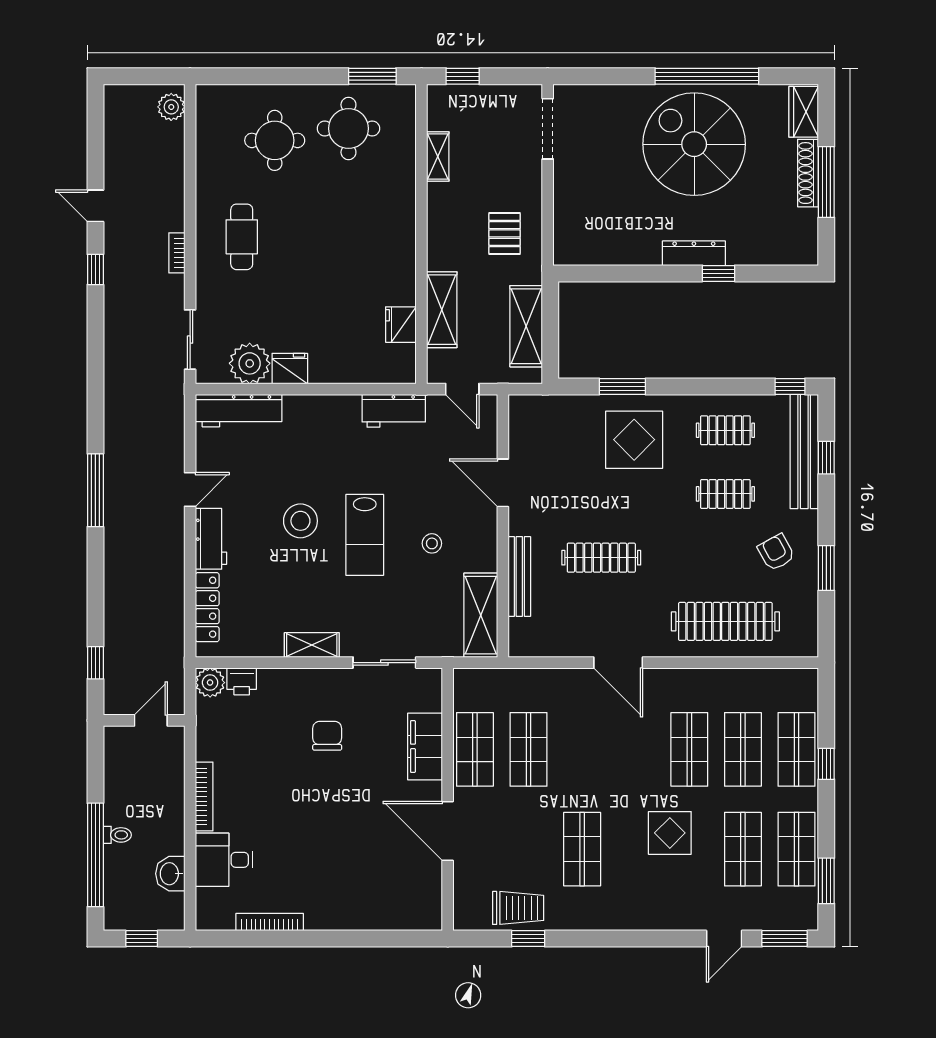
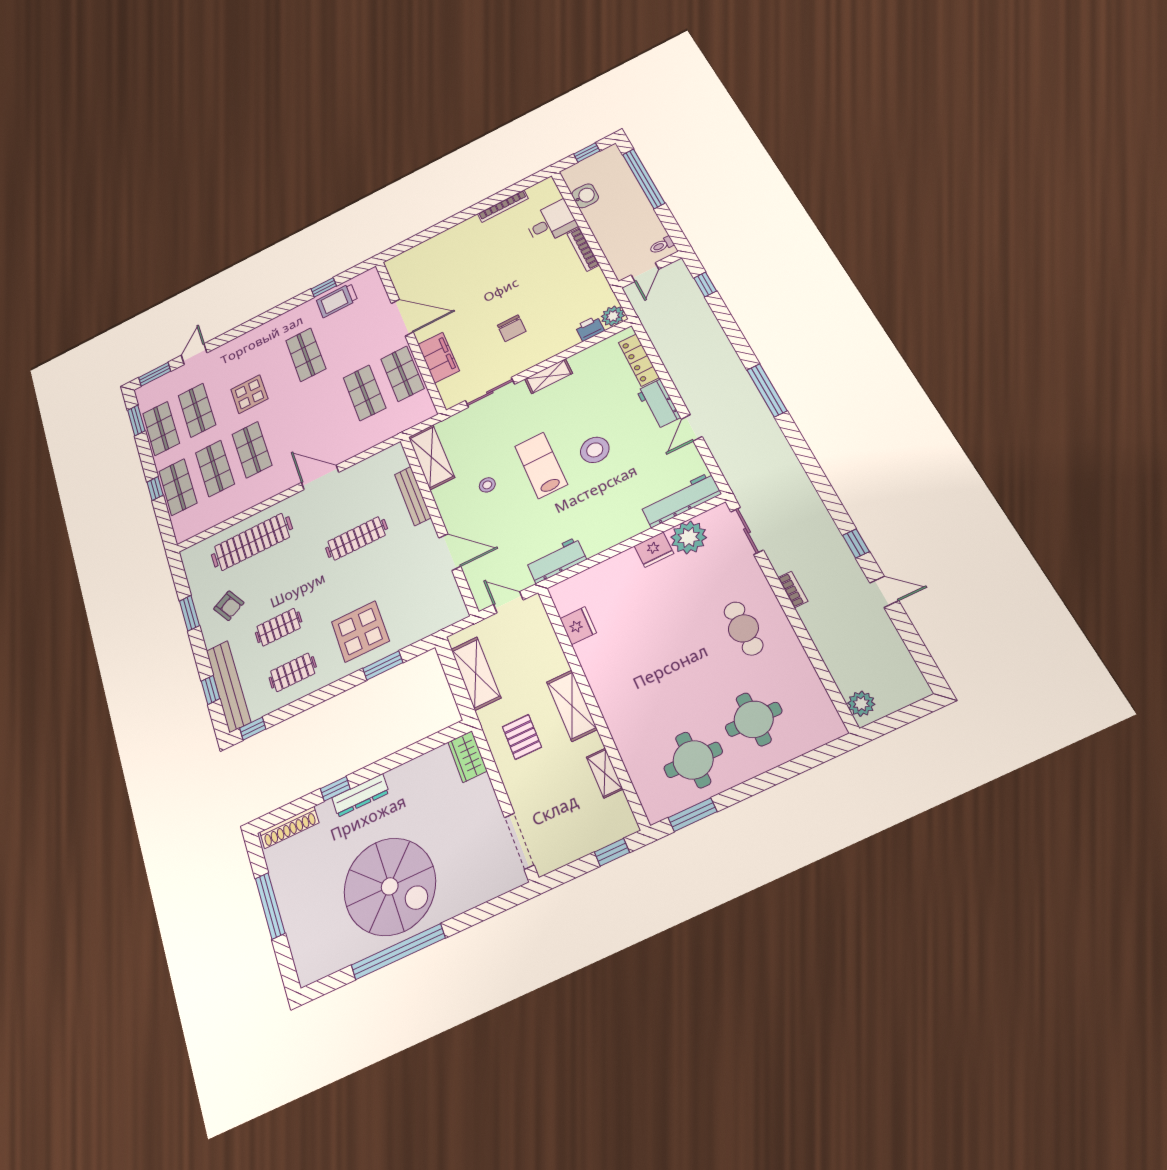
wardrobe: (804, 112) -> (467, 757), moved, turned 180
shoe rack: (808, 173) -> (289, 827), moved, turned 90
shelving: (442, 310) -> (572, 706), moved
toilet: (117, 835) -> (662, 245), moved

